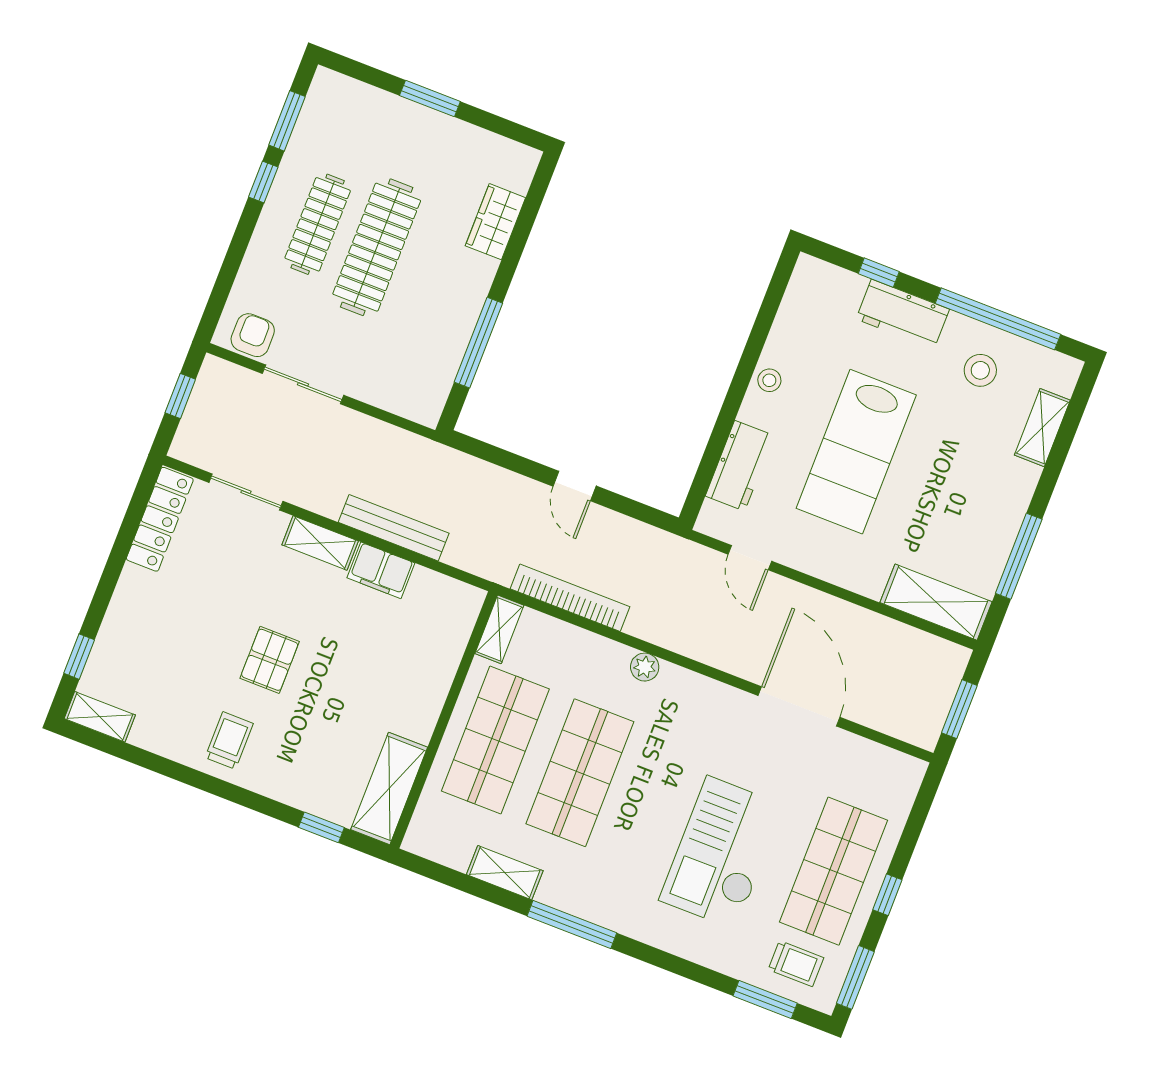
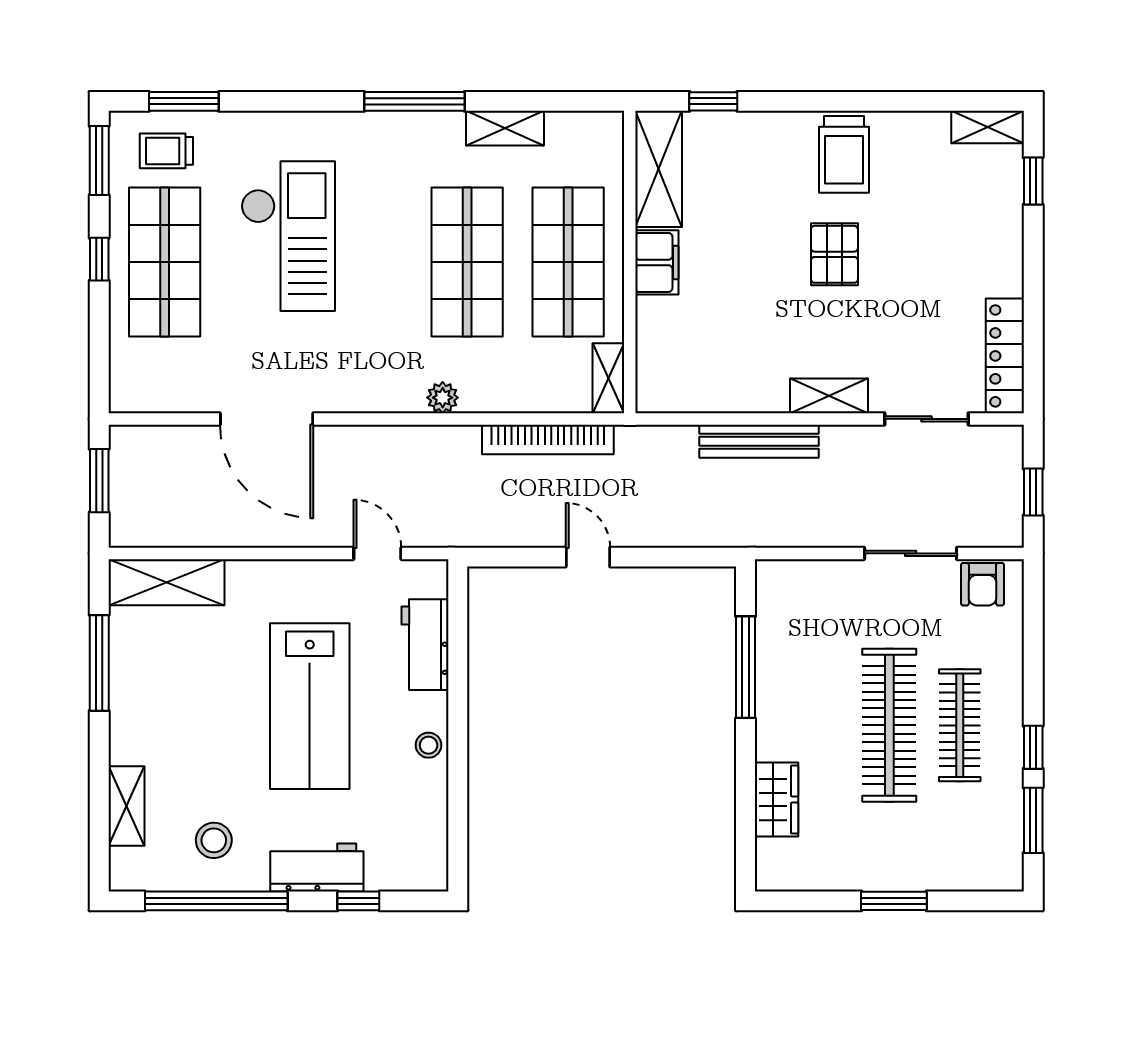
lab bench: (856, 452) -> (310, 706), turned 180
filing cabinet: (381, 570) -> (657, 262), moved, turned 90
trolley: (229, 740) -> (844, 154), width x1.36, depth x1.39

